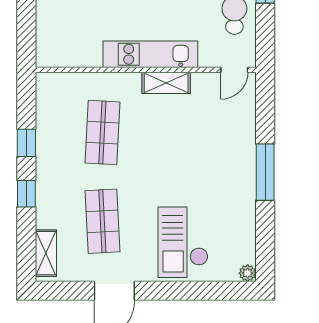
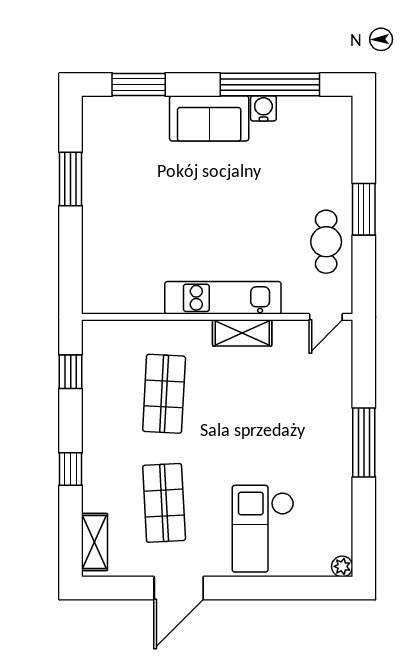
window: (26, 143) -> (71, 372), moved

